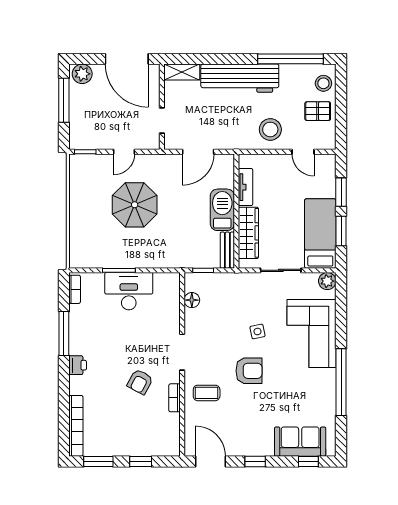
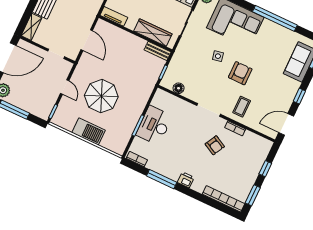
tv unit: (246, 187) -> (114, 16), moved
barbecue: (222, 210) -> (89, 131), moved, turned 180

